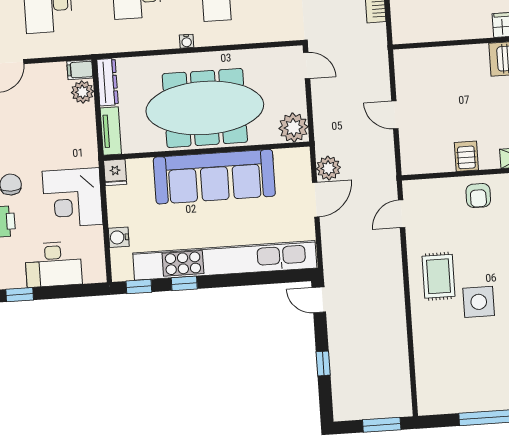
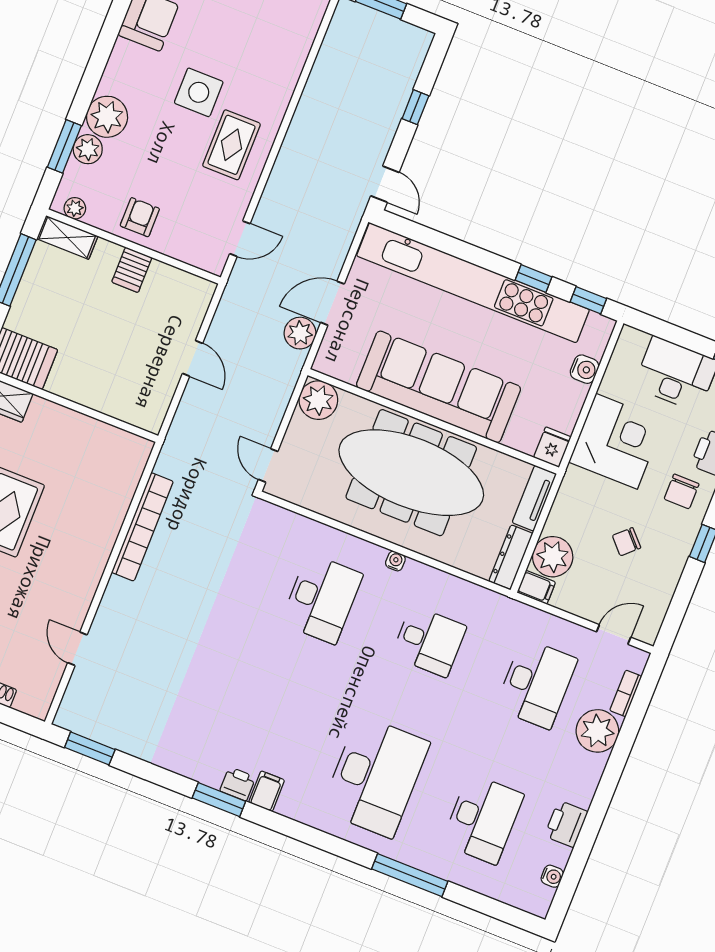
plant: (82, 92) -> (553, 557), width x1.36, depth x1.36
chair: (32, 131) -> (627, 542), added

